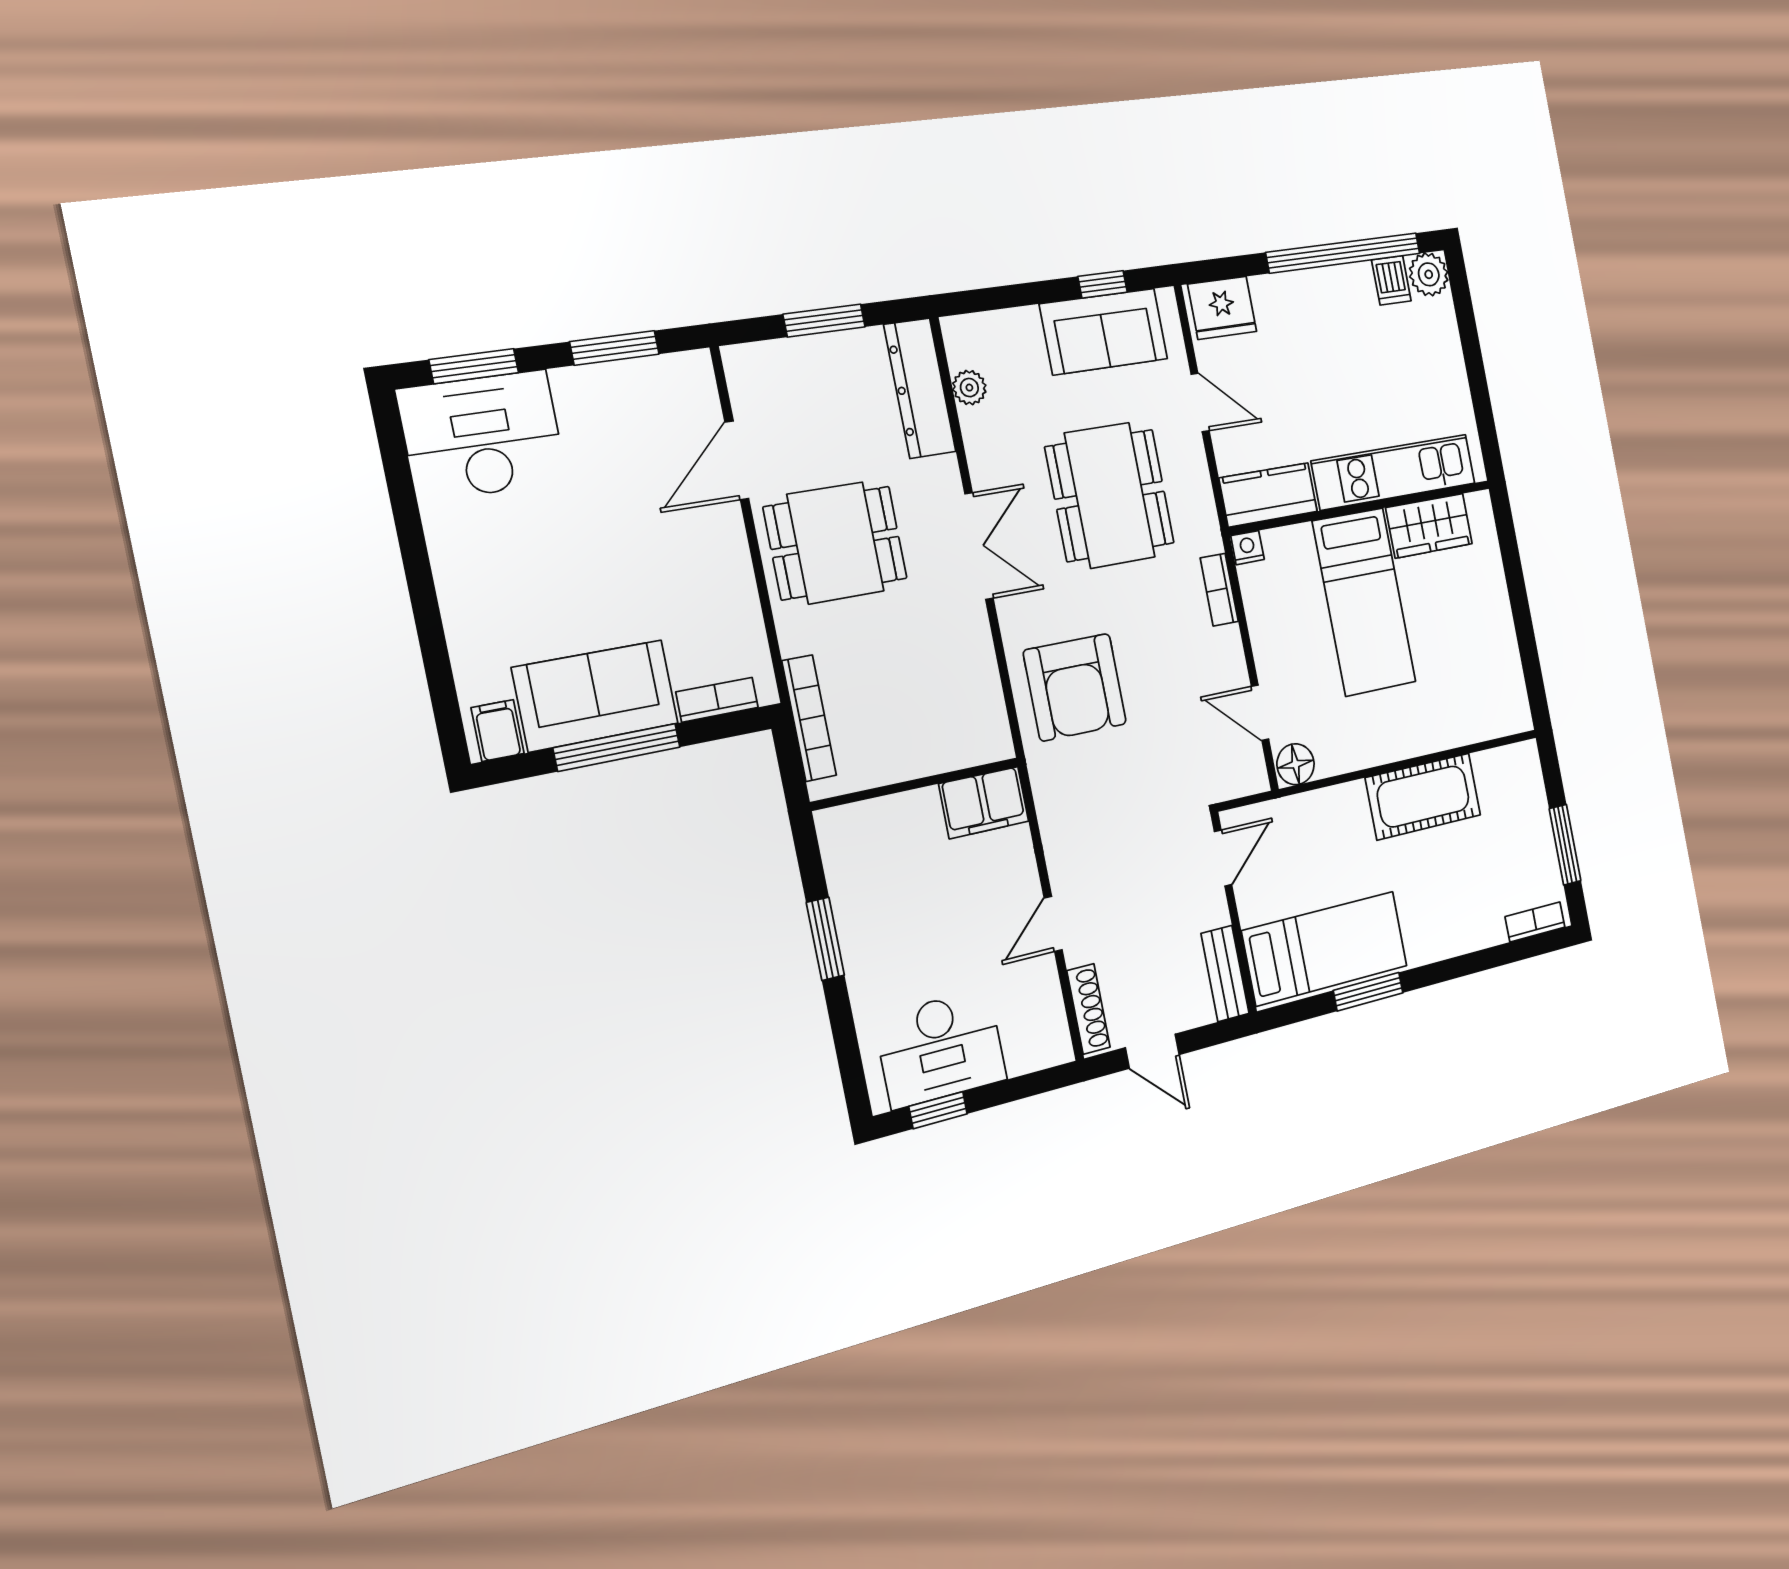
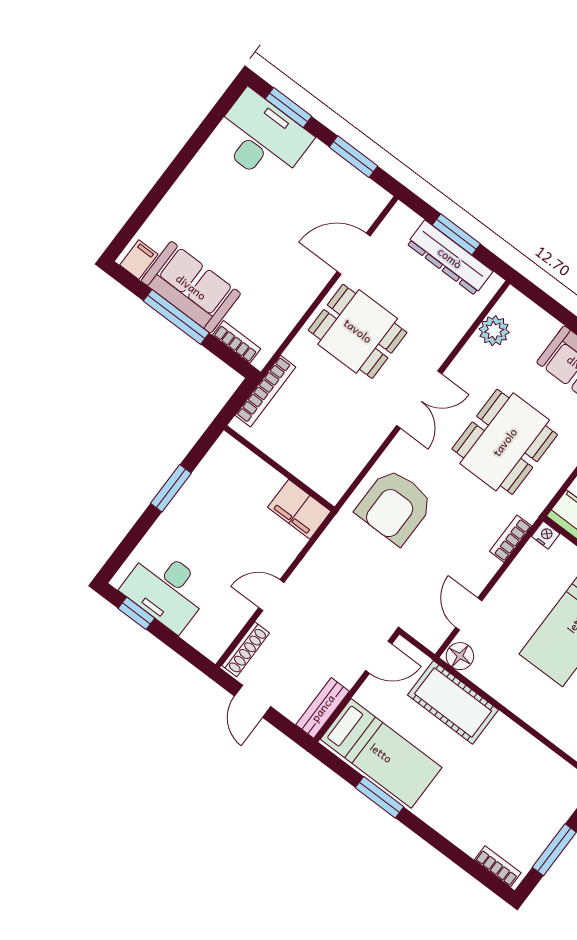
dresser: (920, 388) -> (450, 258), moved, turned -90
plant: (969, 388) -> (494, 331), width x1.38, depth x1.38
cot: (1423, 797) -> (453, 702), moved

